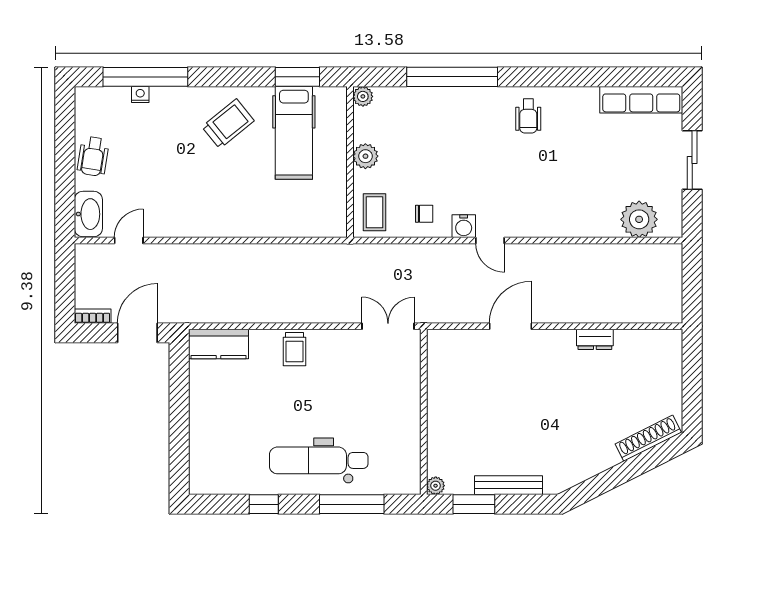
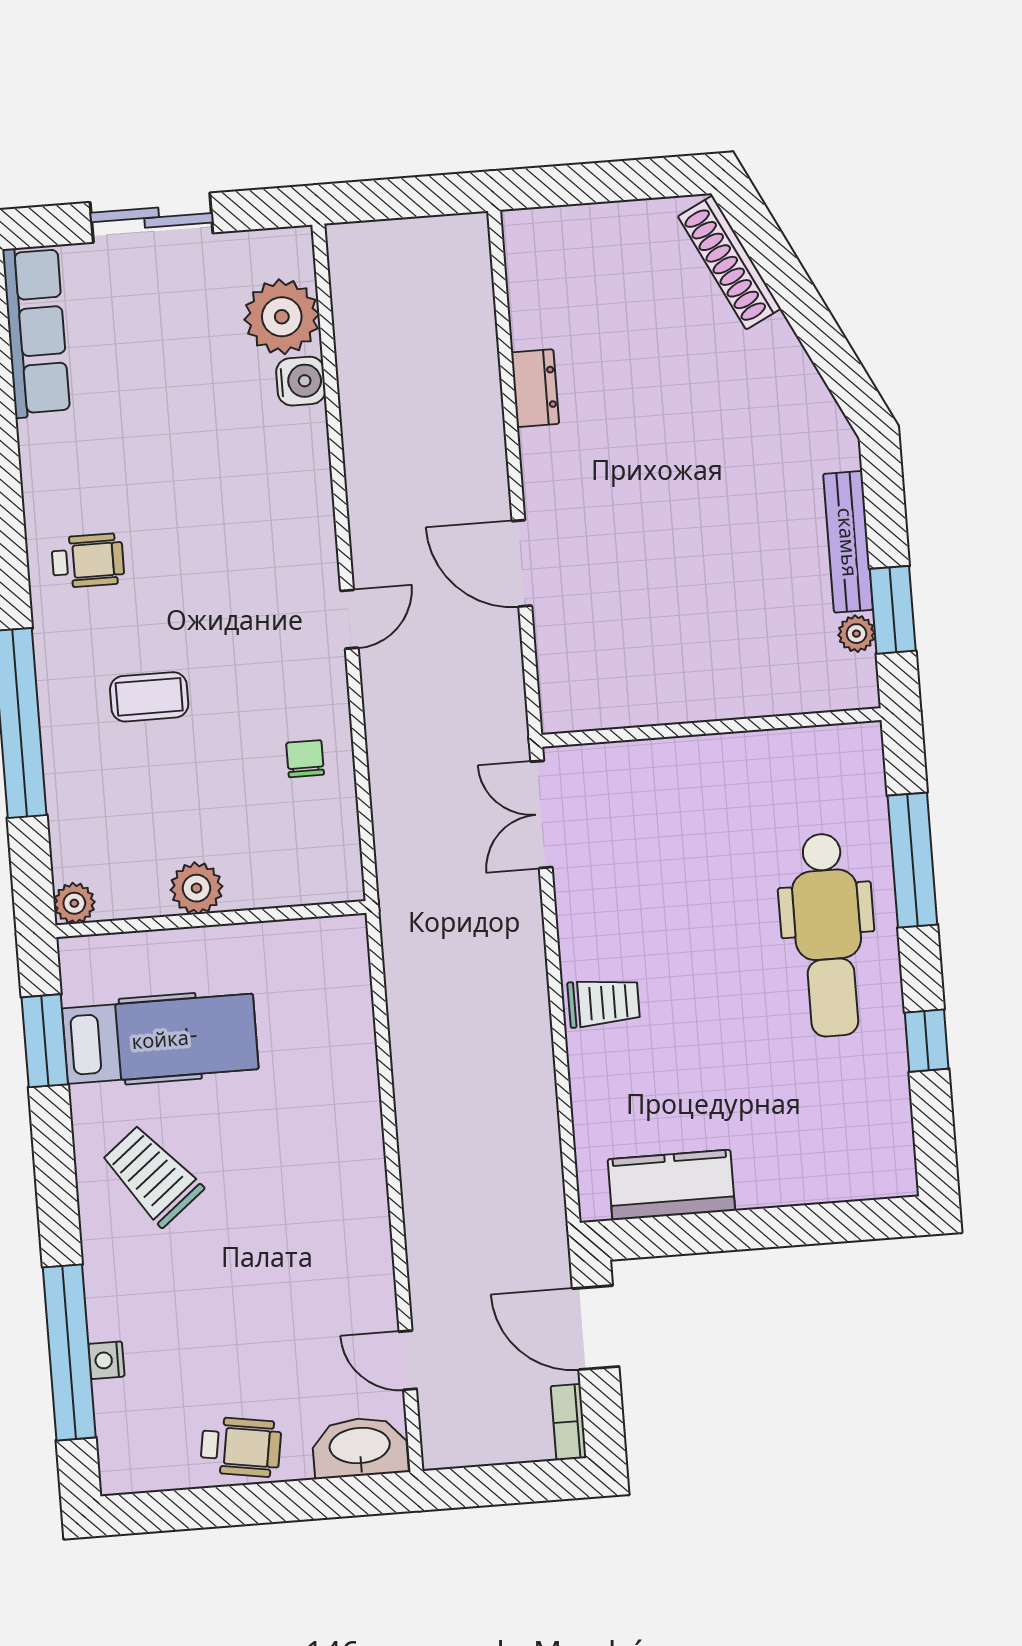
coffee table: (375, 212) -> (149, 697), moved
water cooler: (464, 226) -> (301, 381), moved
kitchen counter: (218, 344) -> (671, 1185), moved, turned -90
plant: (436, 486) -> (856, 634), moved

